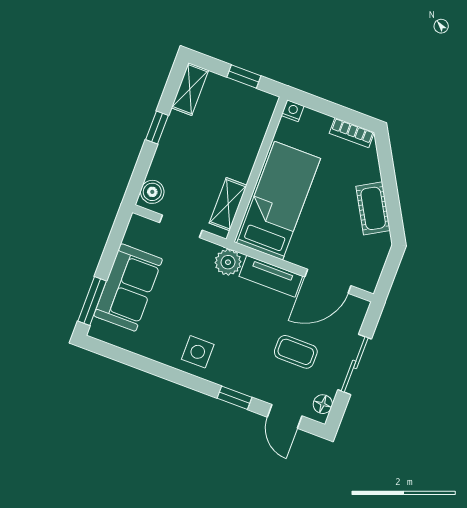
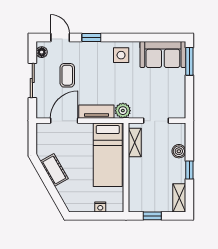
nightstand: (293, 111) -> (100, 207), moved
bookcase: (352, 133) -> (81, 207), removed
boiler: (152, 192) -> (179, 151), moved
sofa: (128, 287) -> (163, 54), moved, turned -90
coffee table: (296, 352) -> (67, 75), turned 90

